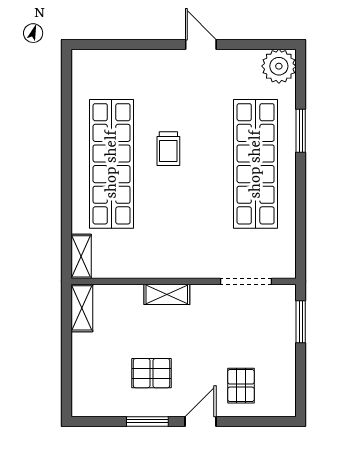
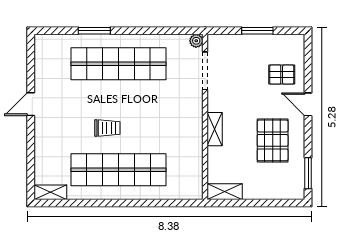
plant: (279, 66) -> (196, 41), moved, width x0.53, depth x0.53
shelving: (81, 256) -> (50, 192), moved
window: (301, 322) -> (257, 31), moved
pallet: (151, 373) -> (273, 140), width x1.50, depth x1.42
window: (147, 421) -> (308, 173), moved

